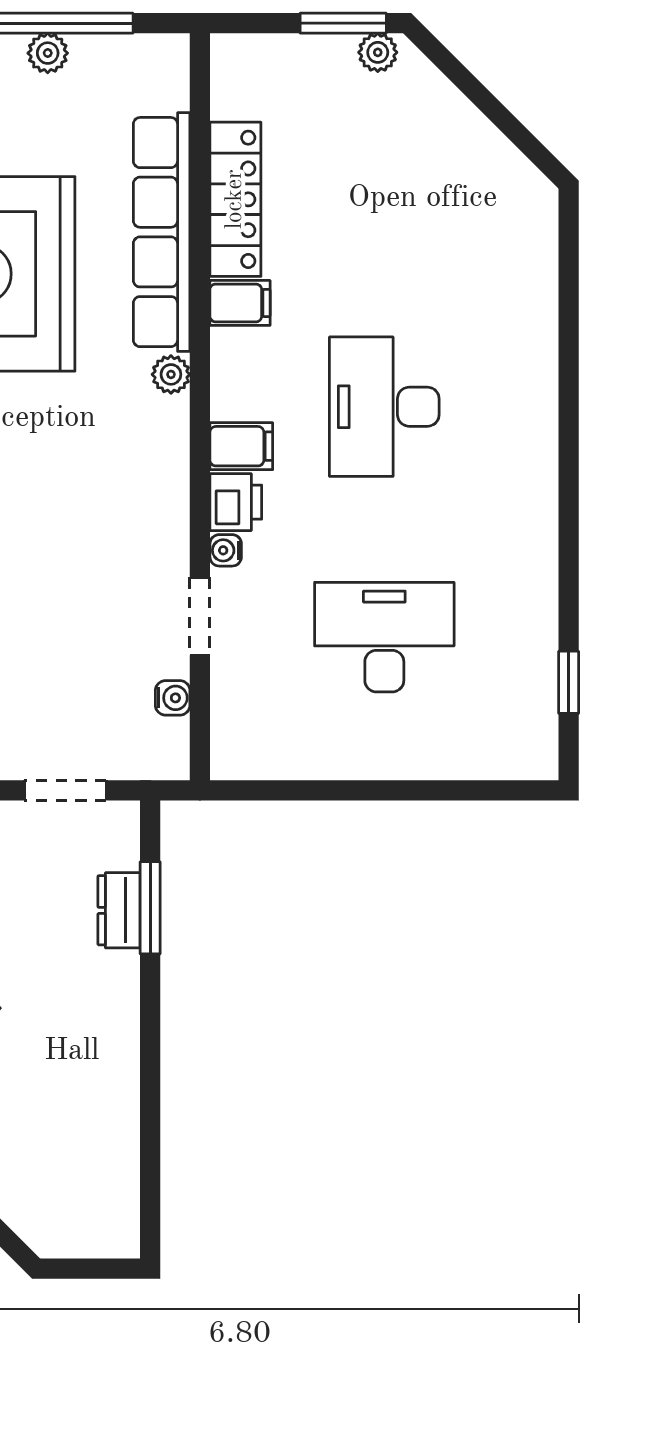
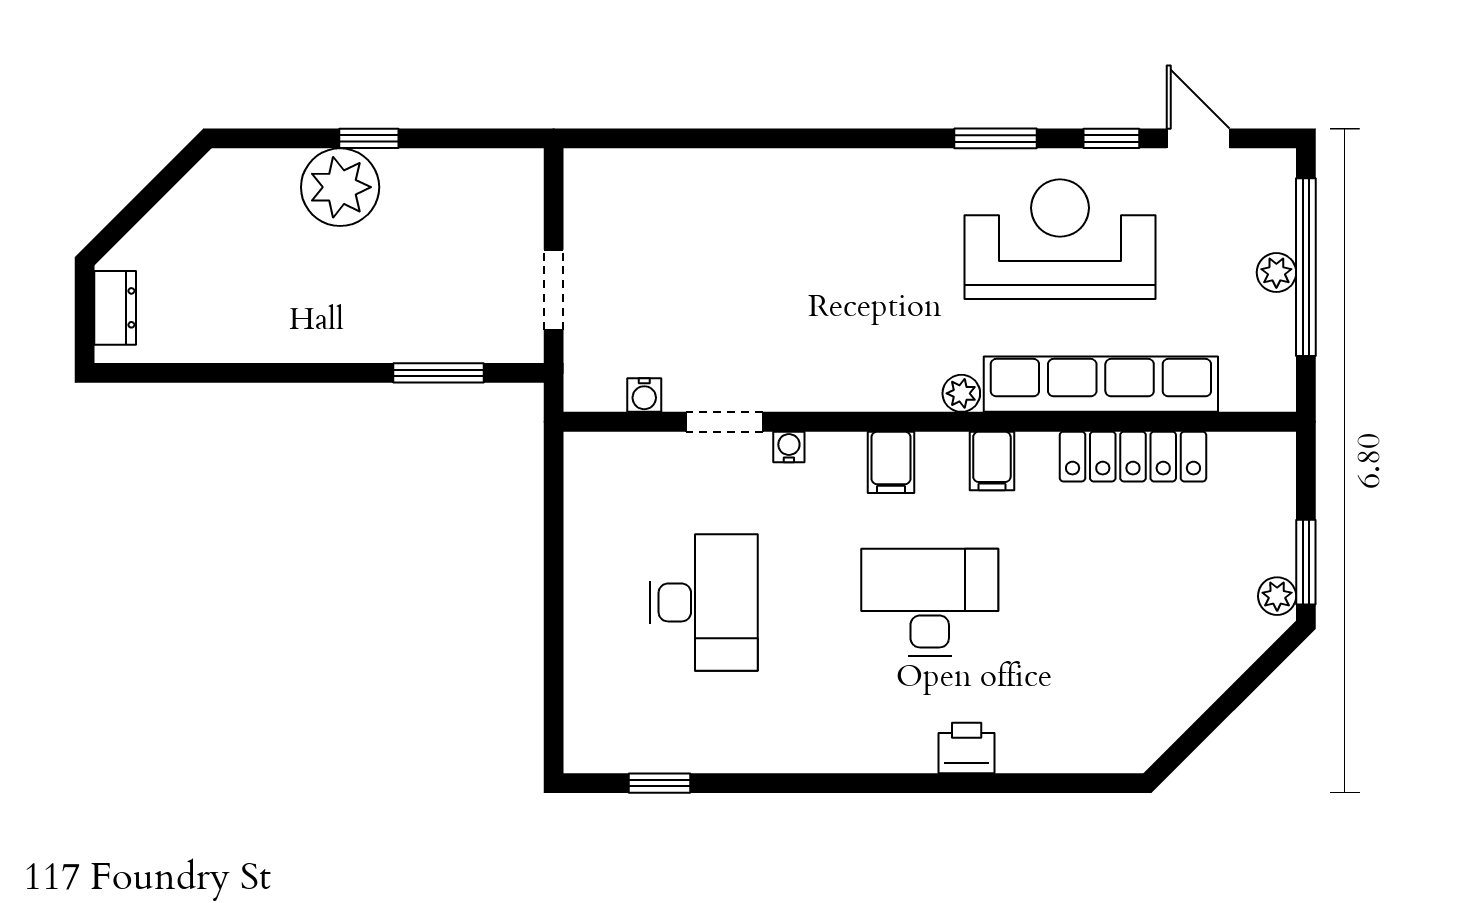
filing cabinet: (240, 303) -> (992, 461), moved
printer: (236, 502) -> (967, 748), moved, turned 180
dresser: (119, 910) -> (115, 308), moved, turned 90

